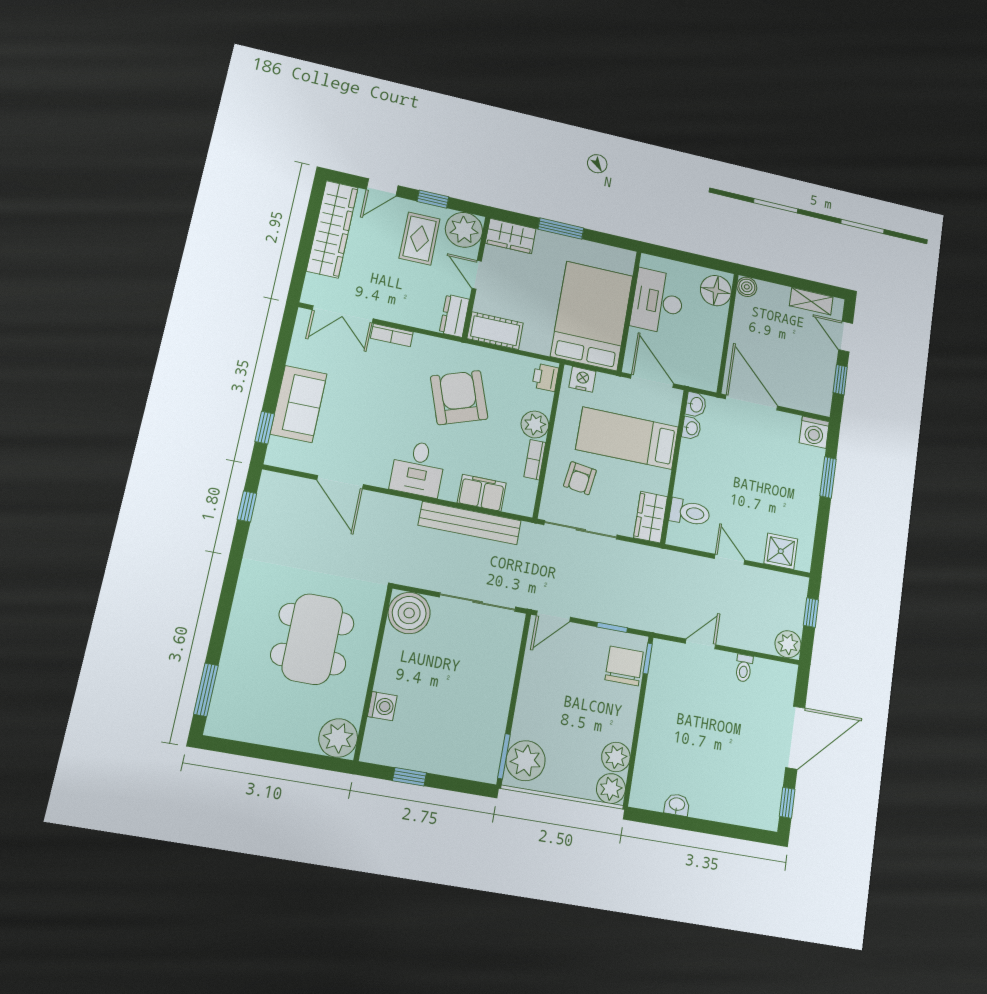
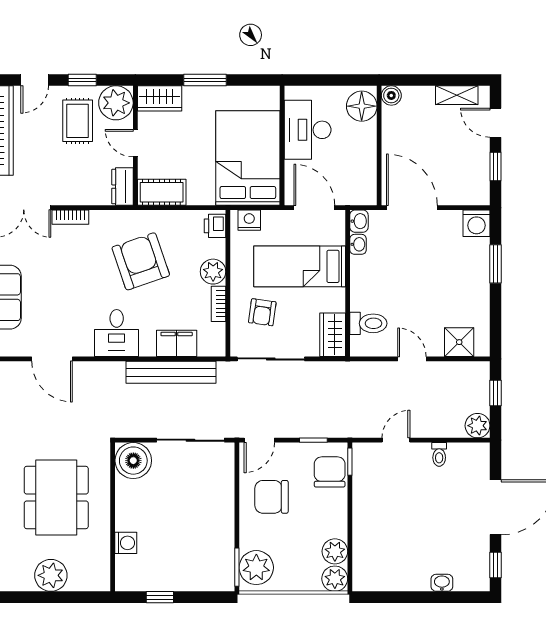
chair: (556, 682) -> (272, 497), added
plant: (338, 738) -> (51, 575), moved
washbasin: (677, 805) -> (442, 583), moved

